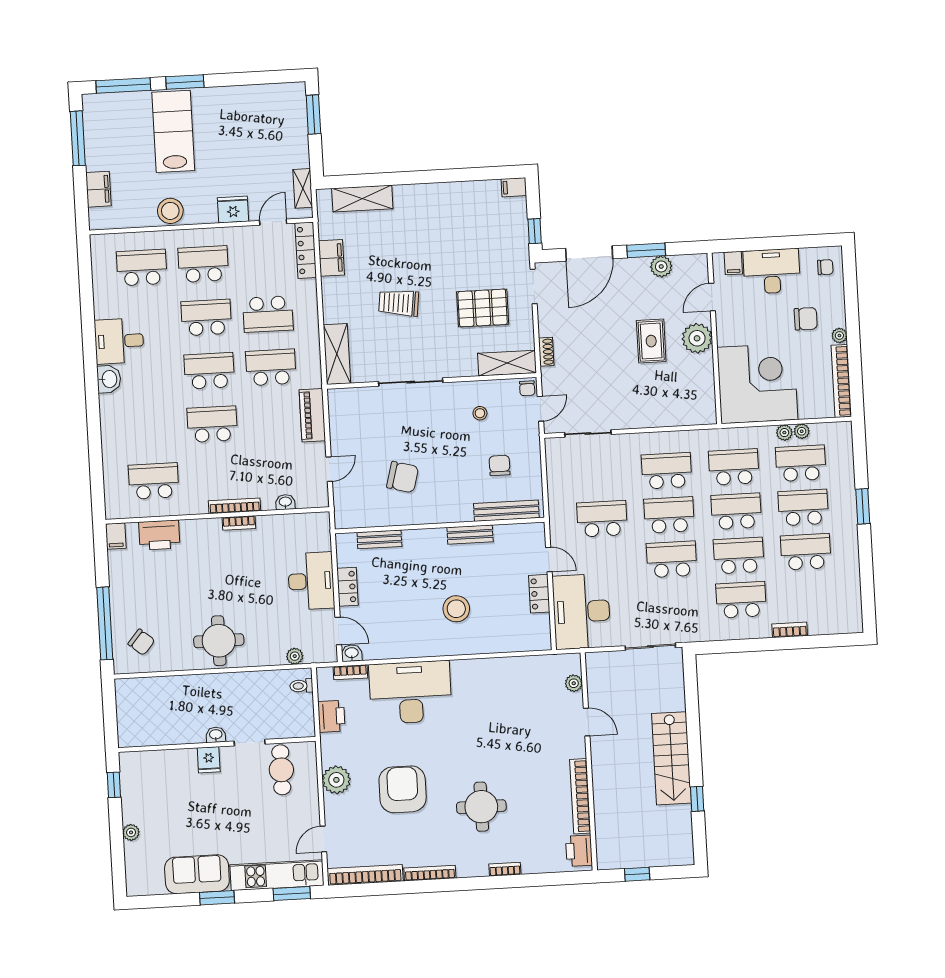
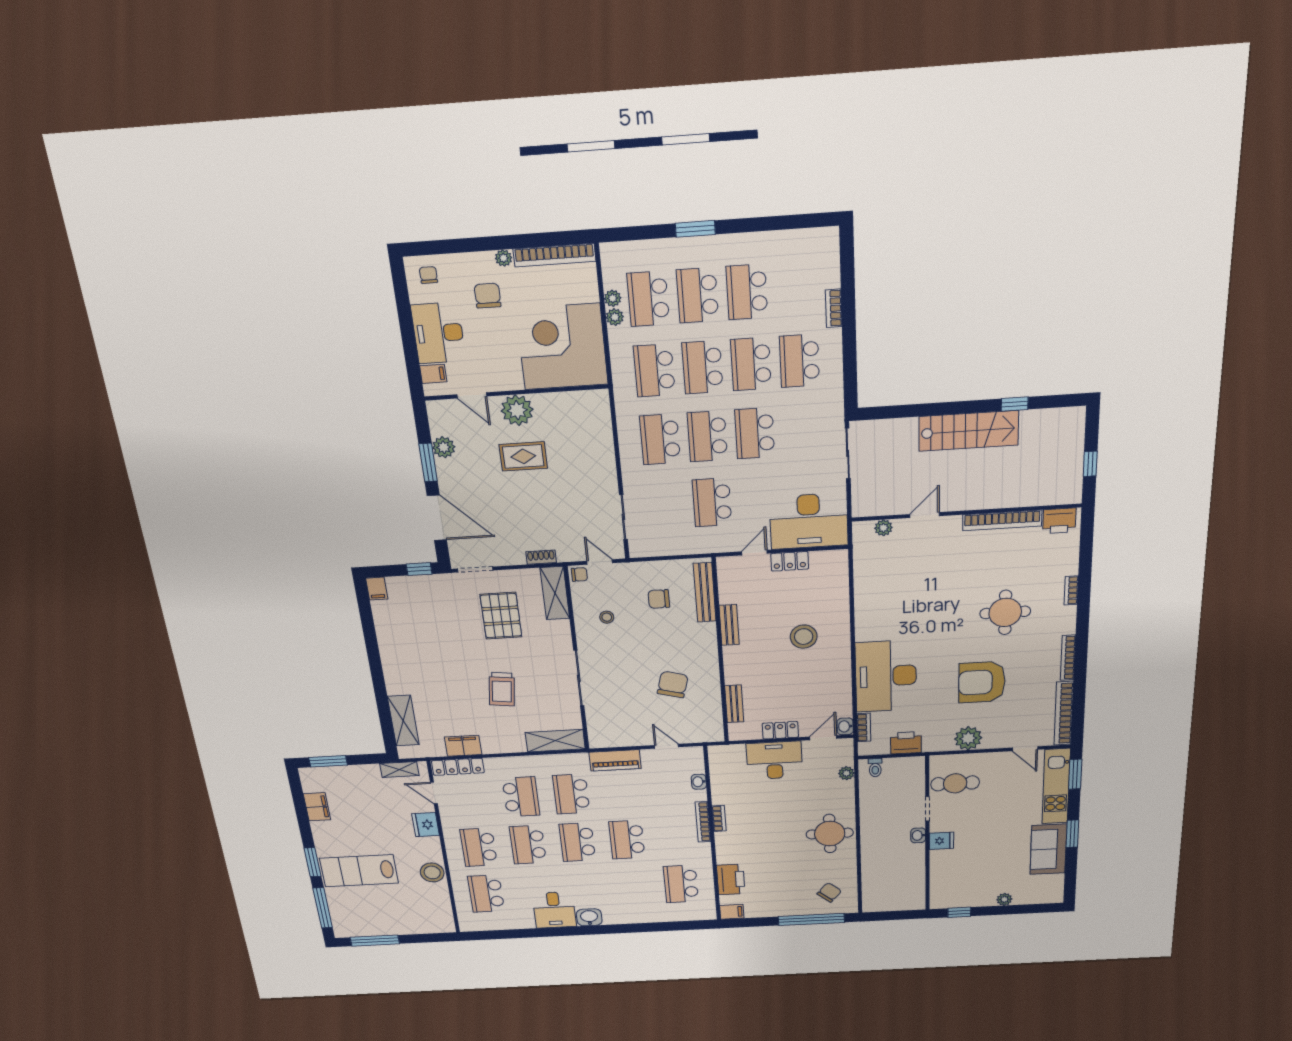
filing cabinet: (98, 189) -> (317, 807), moved, turned 90

